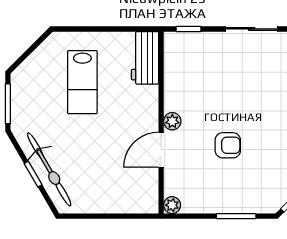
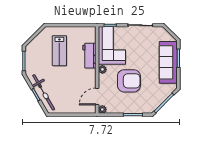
workbench: (145, 58) -> (89, 56), moved
corner sofa: (192, 71) -> (112, 45), added
armchair: (228, 145) -> (129, 81), width x1.88, depth x1.88
door: (161, 150) -> (97, 96), moved

